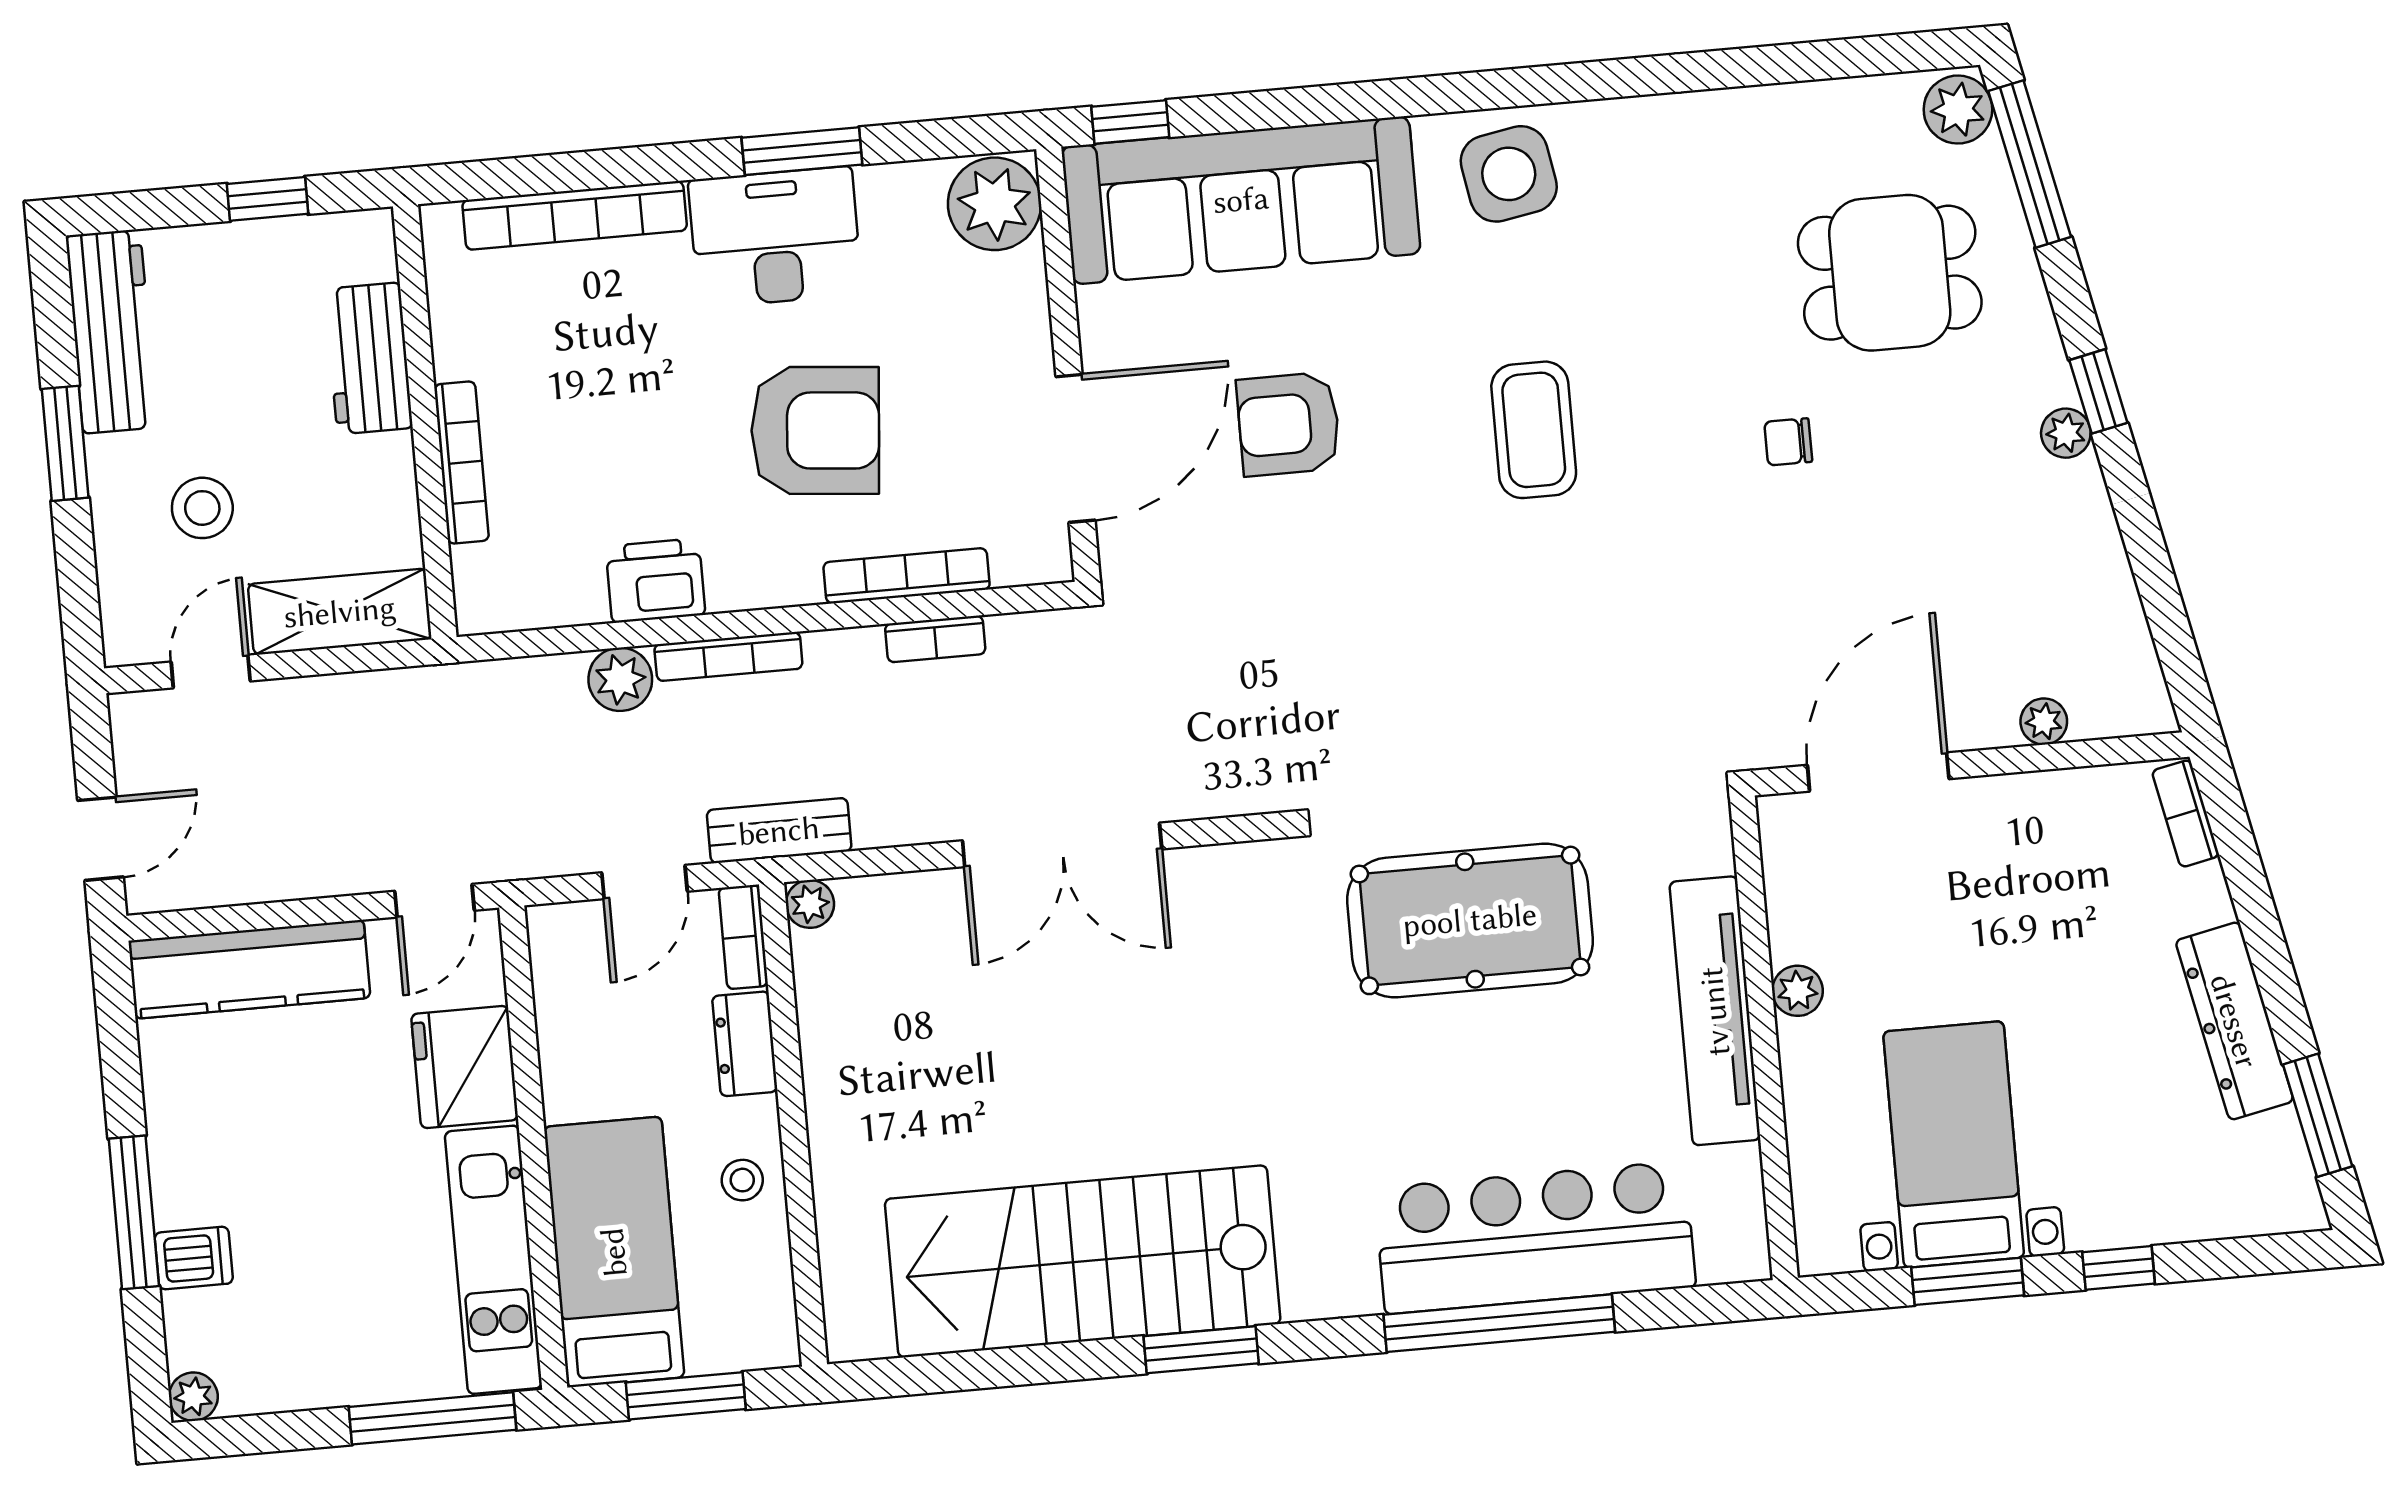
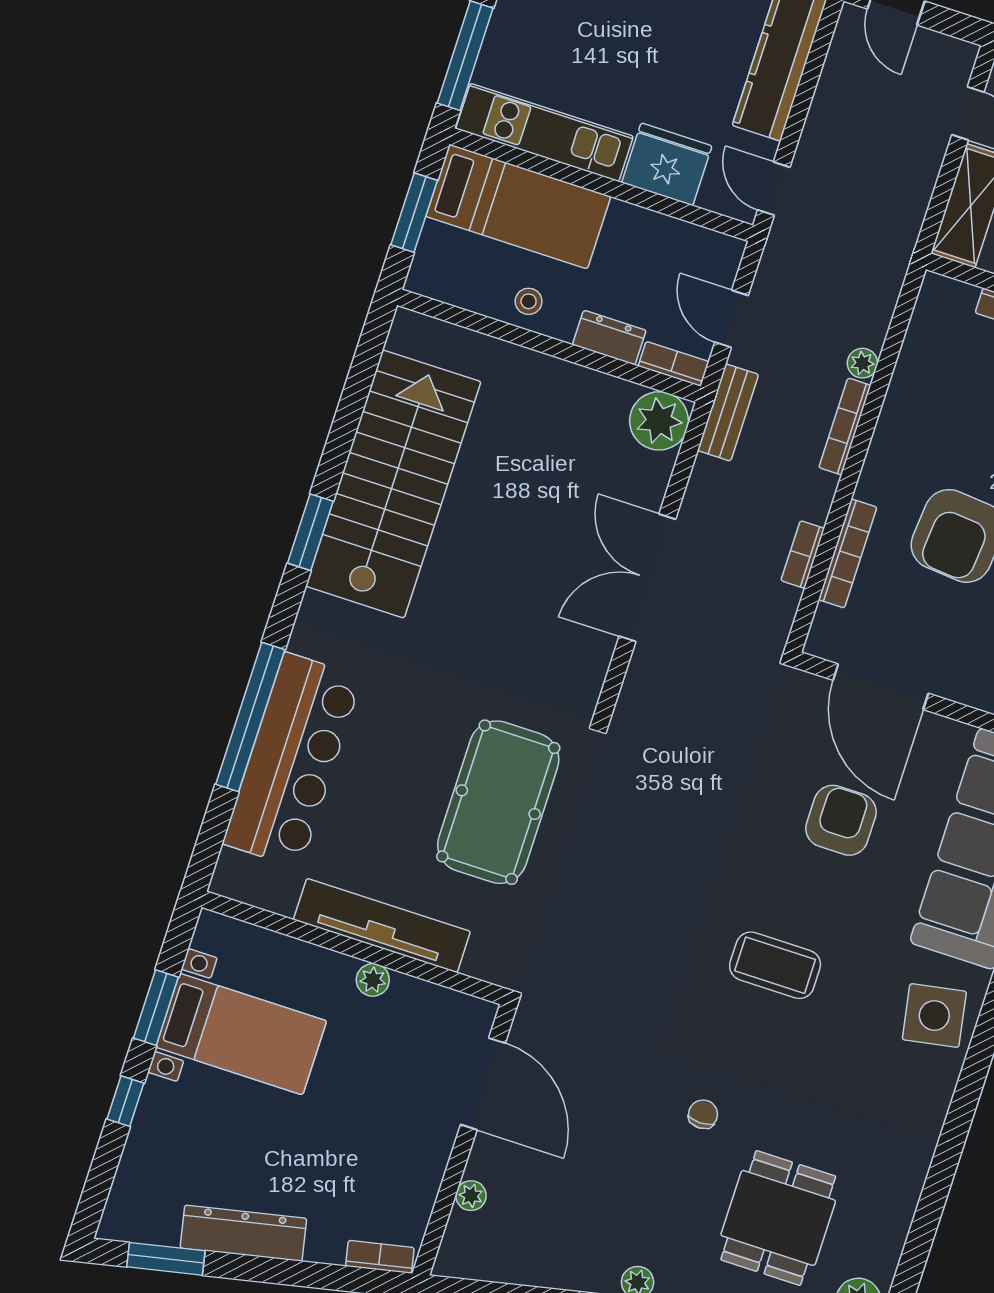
printer: (655, 580) -> (909, 402), removed
plant: (620, 679) -> (862, 363), width x0.73, depth x0.73
plant: (810, 904) -> (659, 421), width x1.87, depth x1.87

